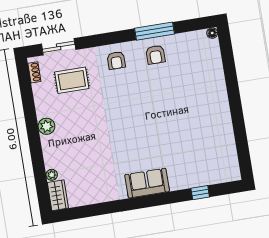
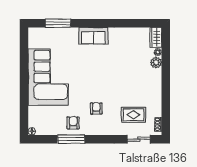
armchair: (116, 60) -> (96, 108), moved
corner sofa: (202, 114) -> (48, 77), added
plant: (46, 126) -> (156, 62), moved
window: (200, 193) -> (58, 23), width x2.17

